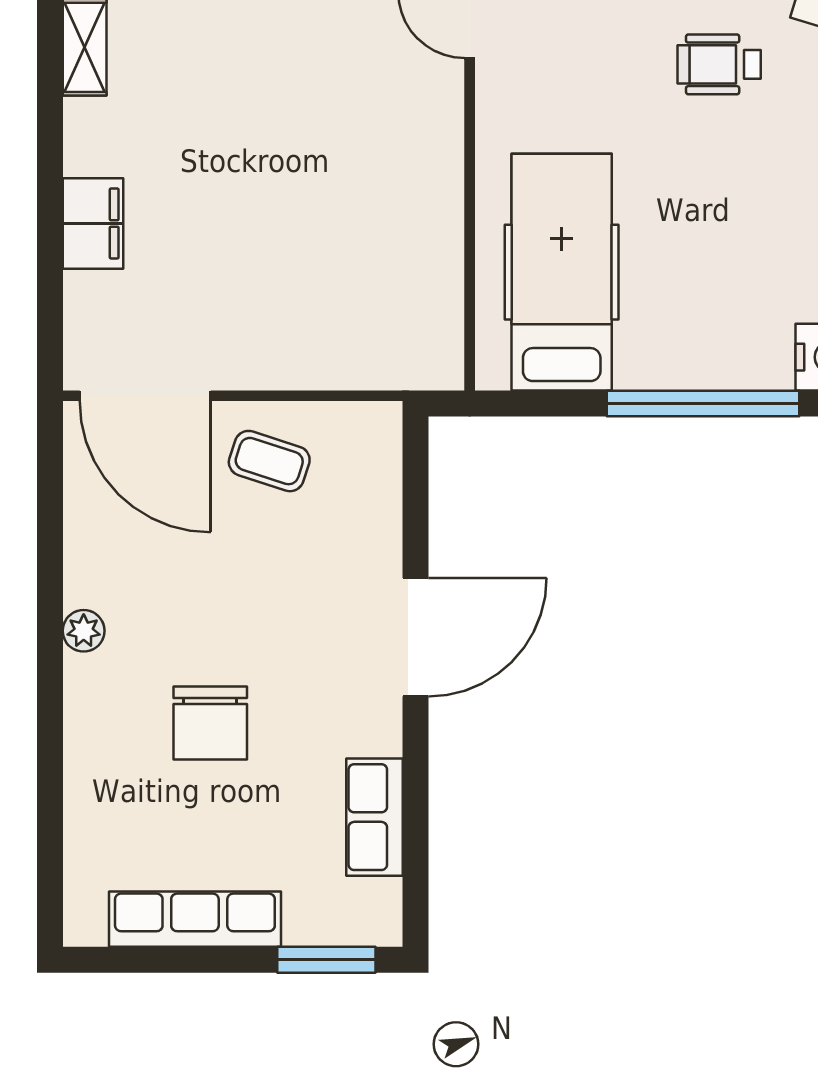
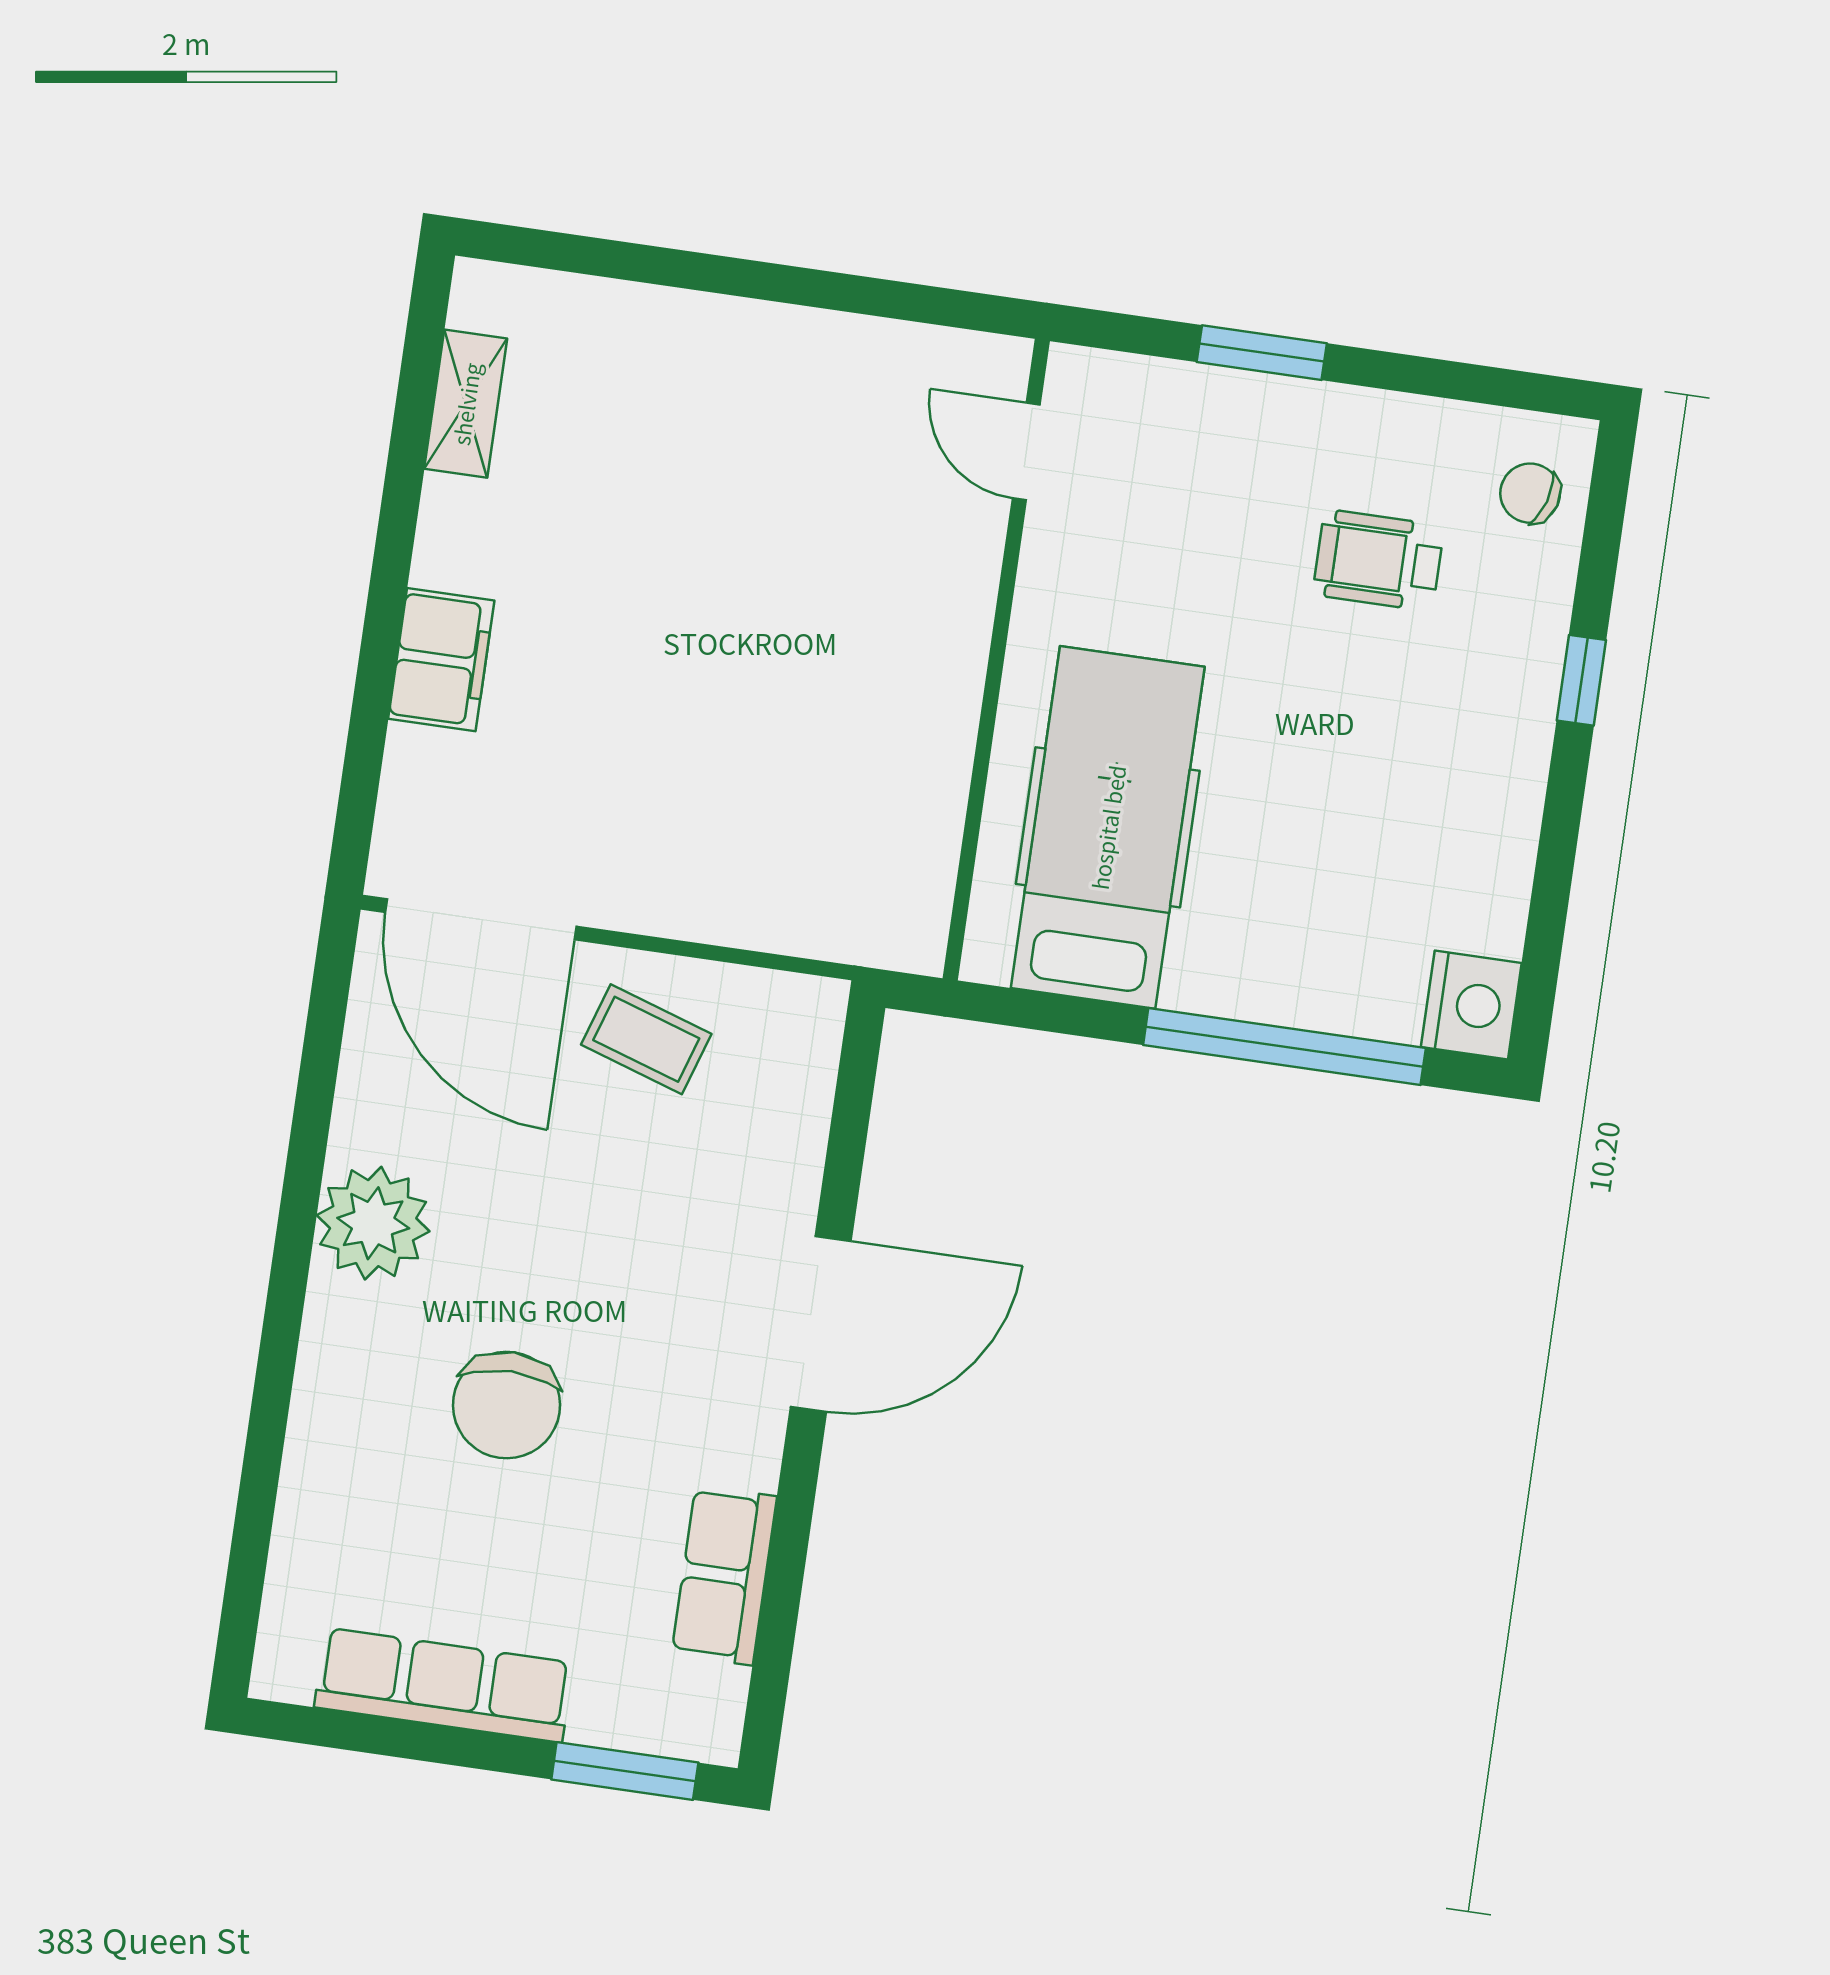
plant: (84, 631) -> (373, 1223), width x1.87, depth x1.87

